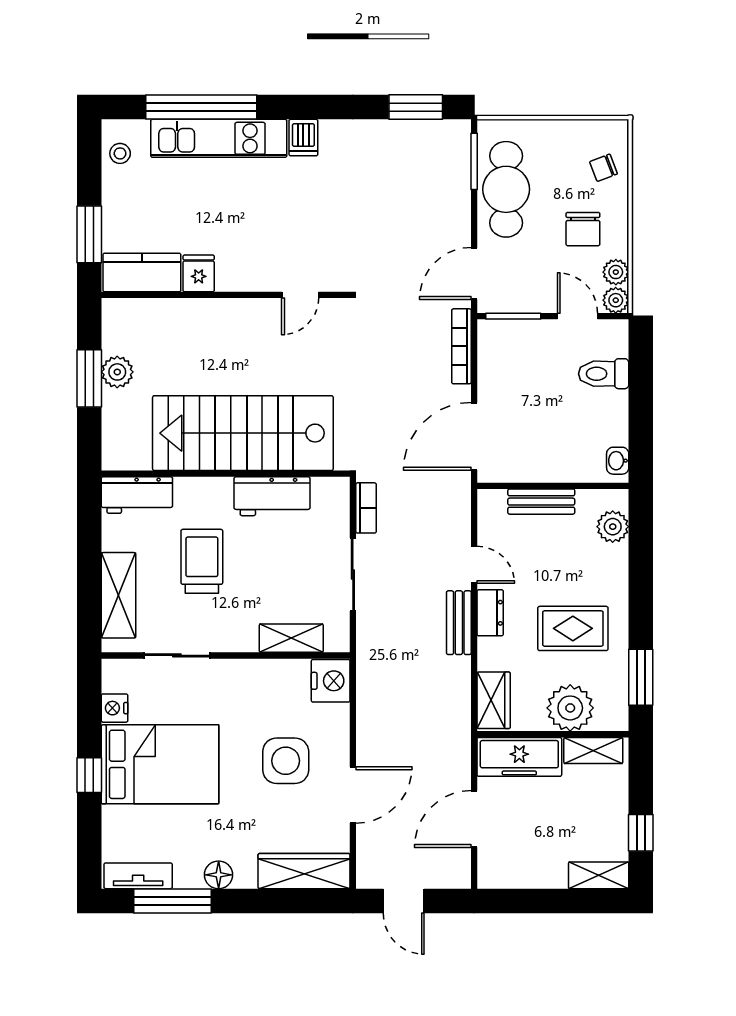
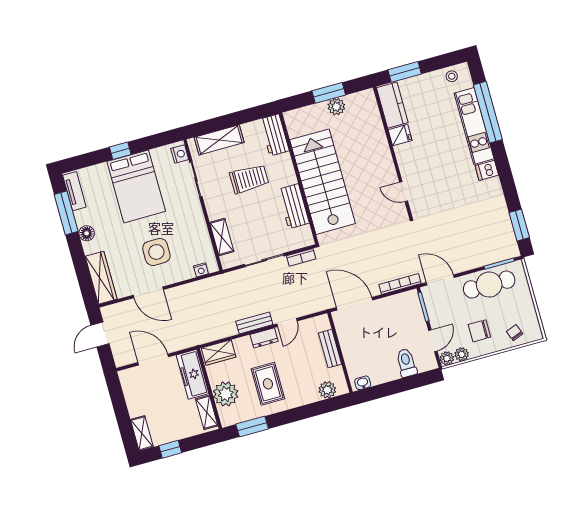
nightstand: (331, 681) -> (201, 270), width x0.53, depth x0.56
nightstand: (115, 708) -> (180, 154), moved, turned 90

